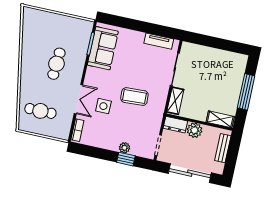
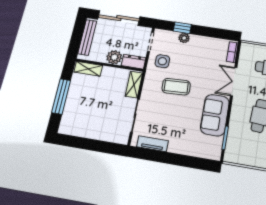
sofa: (103, 48) -> (215, 115), moved
side table: (103, 106) -> (162, 61), moved
bench: (223, 148) -> (87, 37), width x1.36

